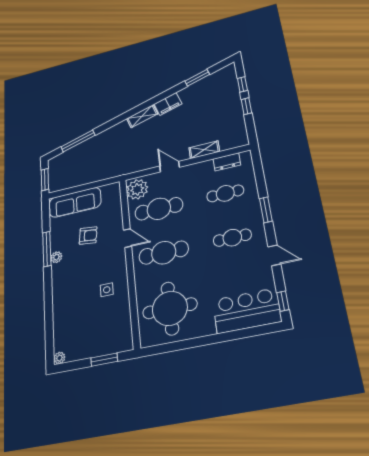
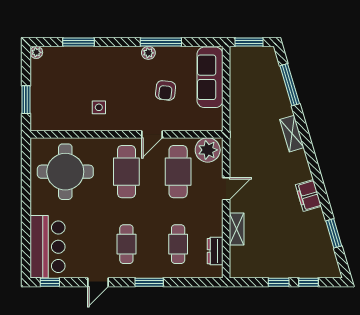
shelving: (142, 116) -> (292, 134), moved
window: (49, 320) -> (78, 42), added

